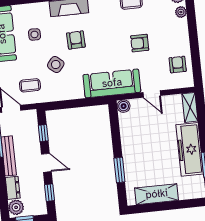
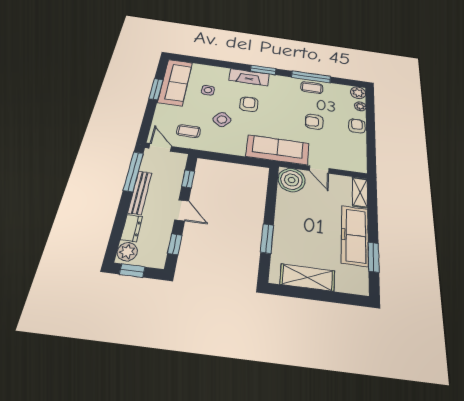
armchair: (178, 65) -> (357, 126), moved
boiler: (124, 106) -> (292, 180), width x1.86, depth x1.86

